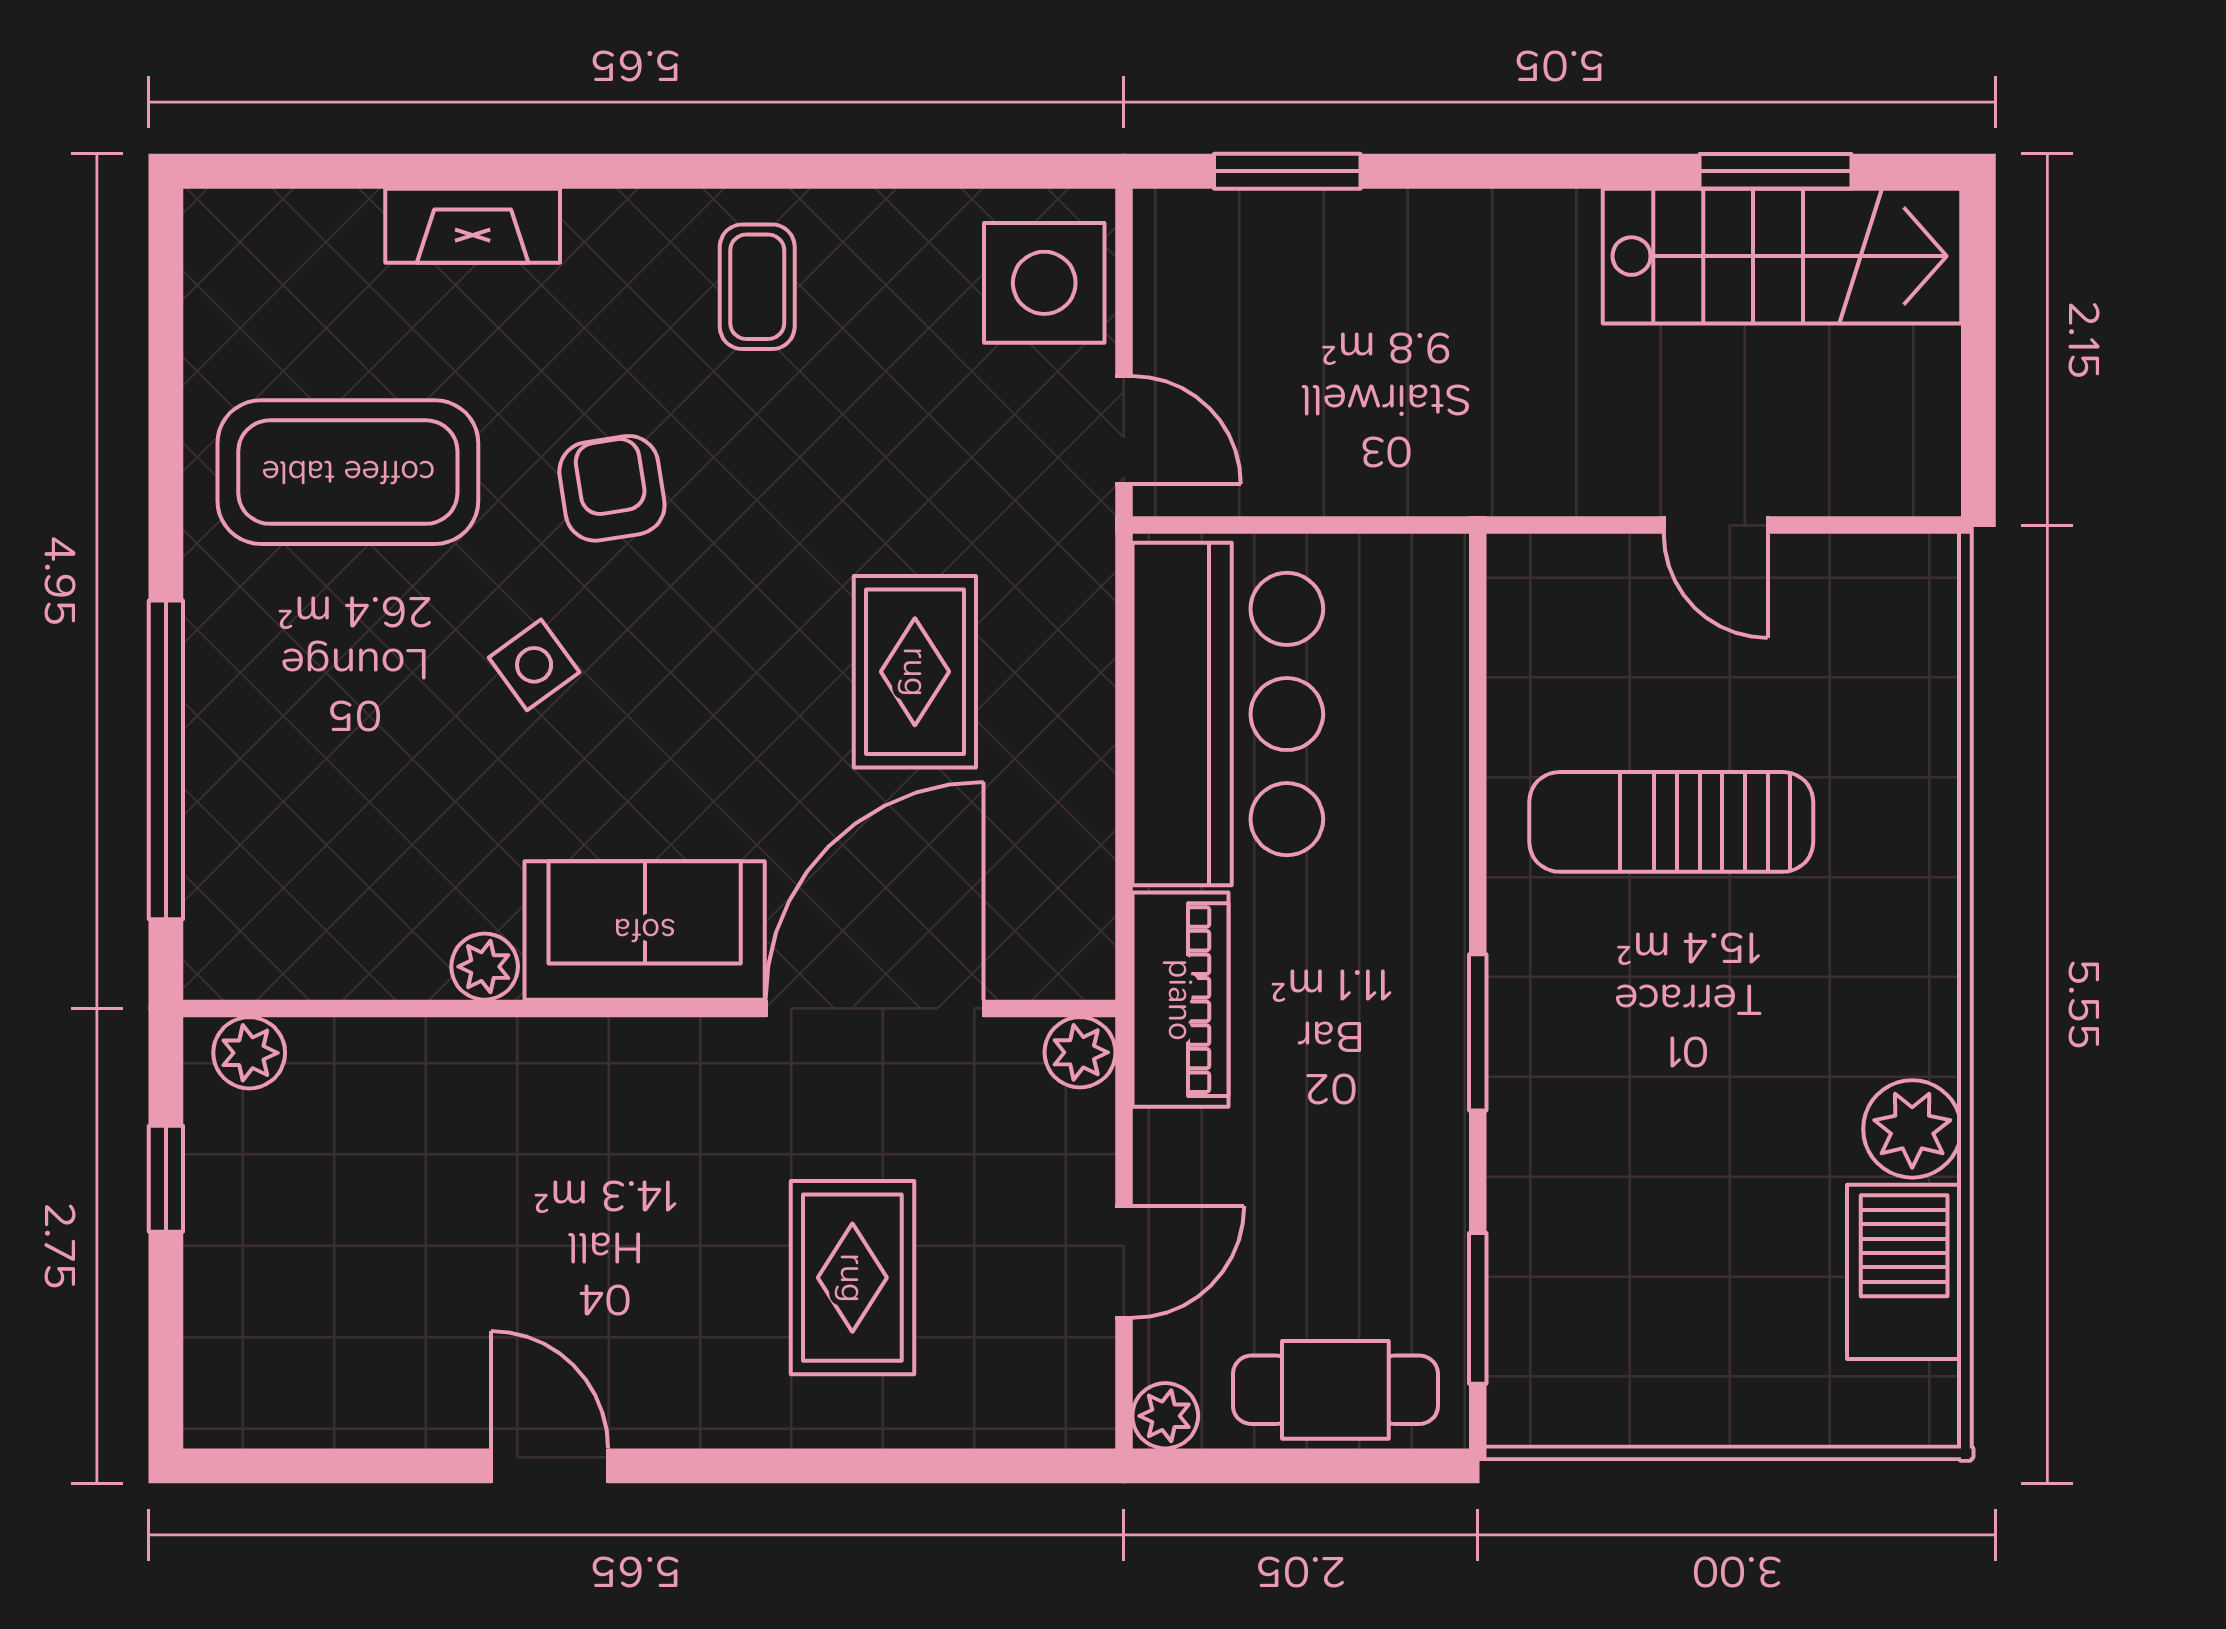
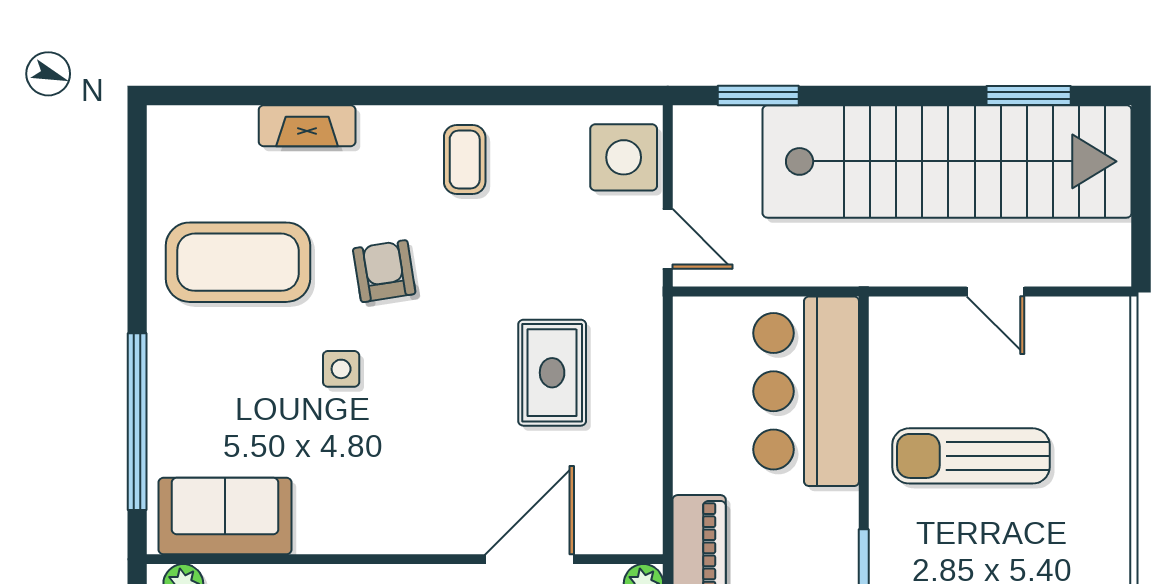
stairs: (1782, 256) -> (947, 161), width x1.86, depth x1.51
side table: (534, 665) -> (341, 369), turned 36
bar counter: (1228, 714) -> (806, 391), moved, turned 180
sofa: (645, 930) -> (225, 516), moved
plant: (485, 967) -> (314, 536), removed
door: (875, 1008) -> (530, 559), width x0.73

